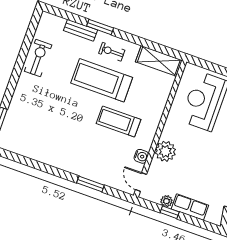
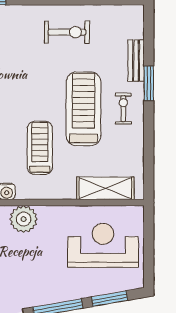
exercise bike: (38, 58) -> (67, 32), moved
shelving: (159, 61) -> (105, 188), moved, turned 90

